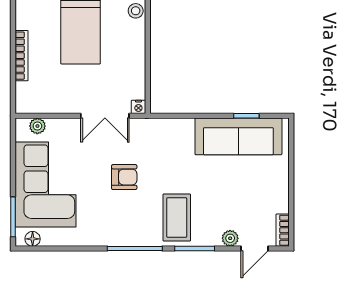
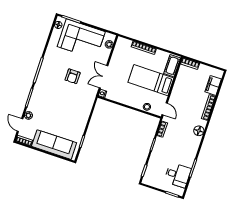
sofa: (238, 136) -> (54, 145), moved, turned 90
coffee table: (177, 218) -> (46, 94), removed

